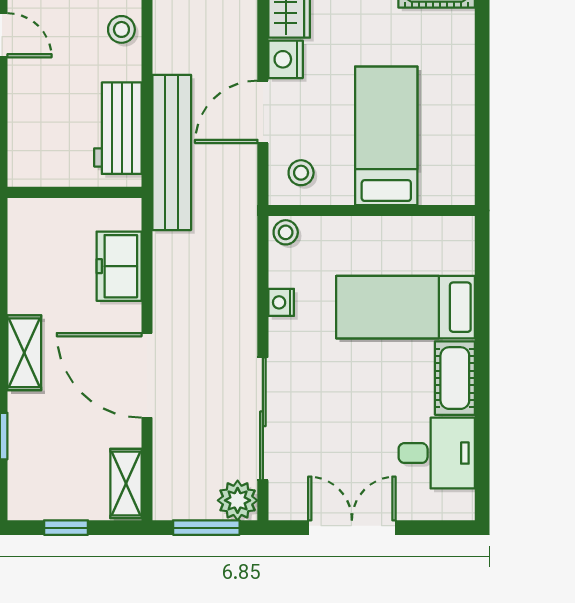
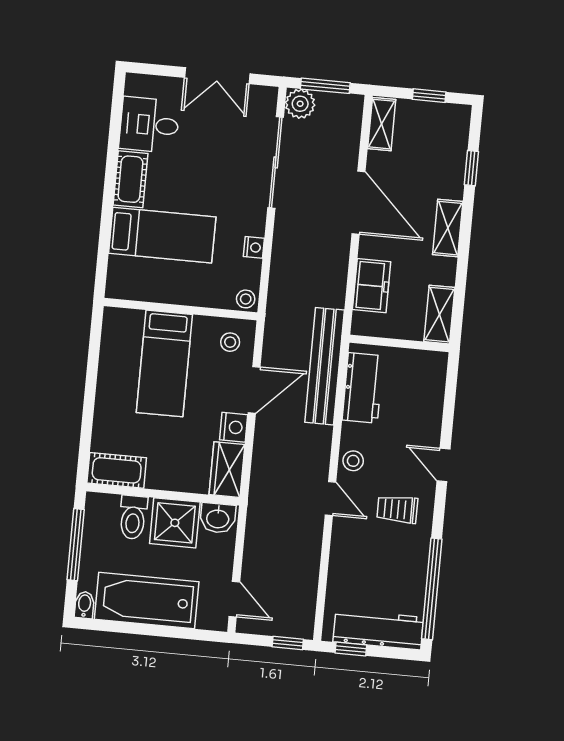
shelving: (25, 236) -> (439, 315), added

